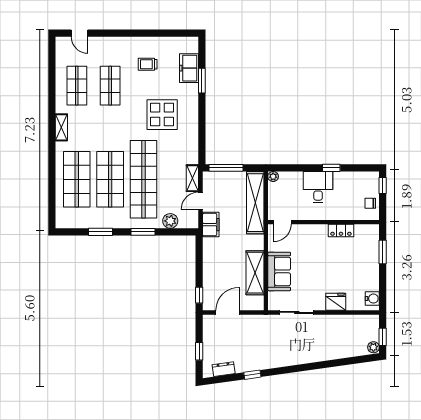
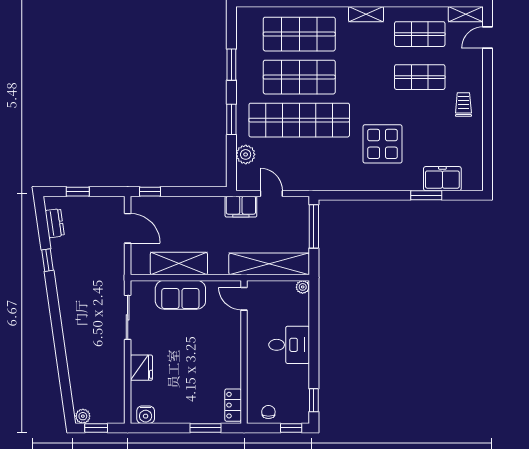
trolley: (148, 64) -> (463, 104), moved
window: (331, 168) -> (314, 400), moved
shelving: (192, 178) -> (466, 14), moved
locker: (341, 231) -> (233, 405), moved

